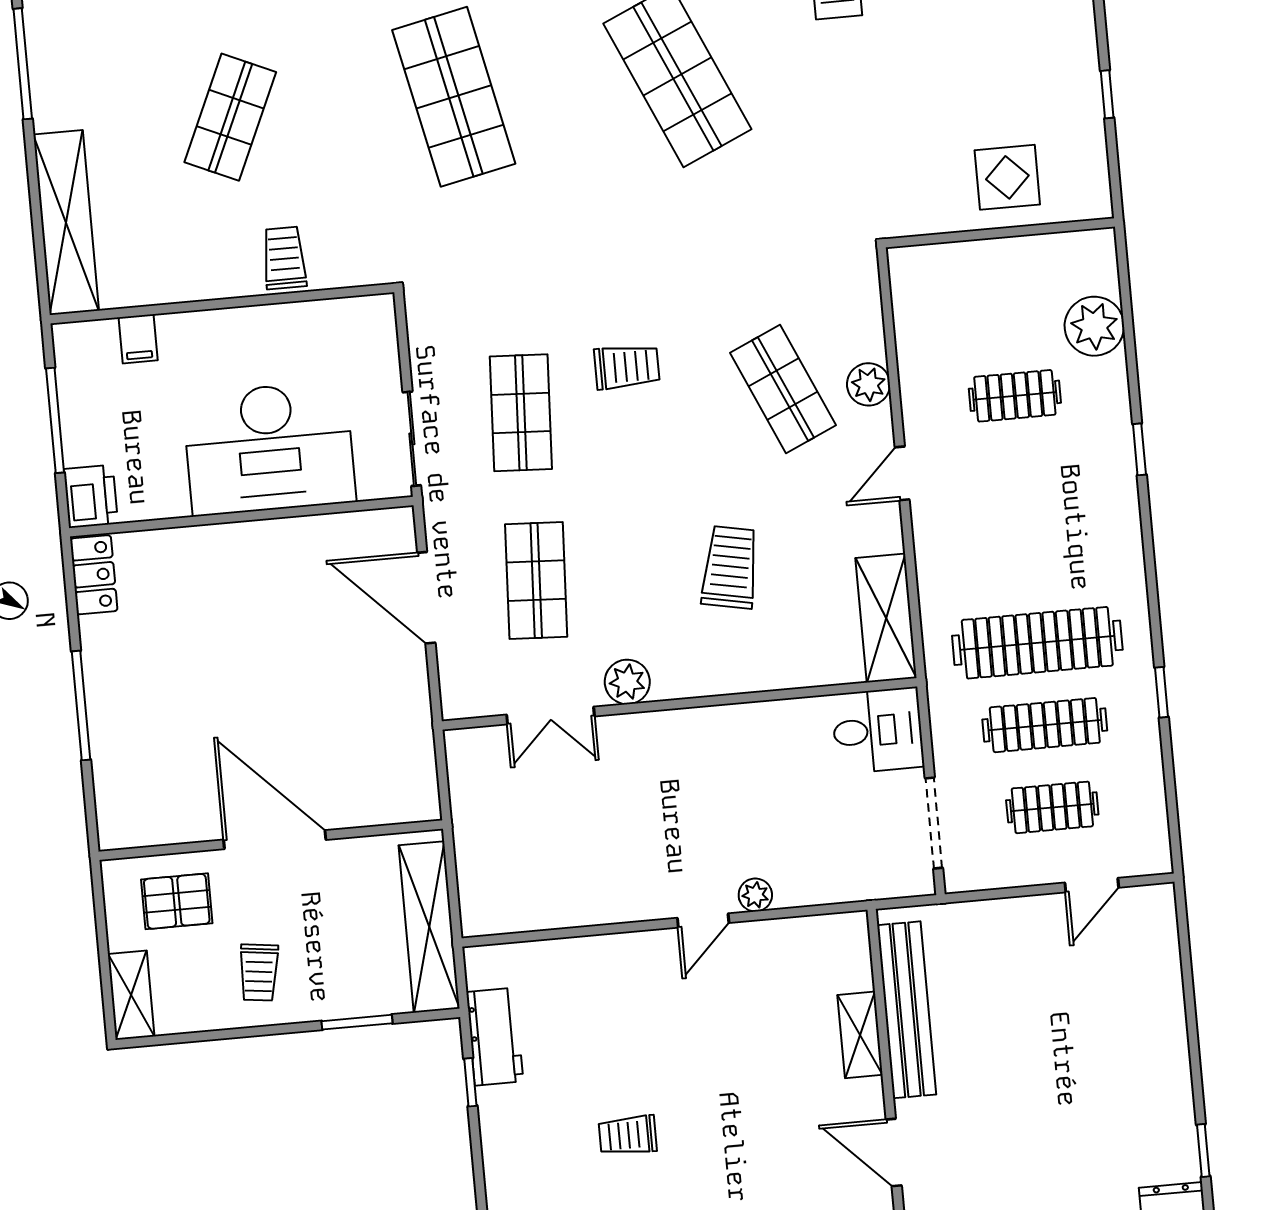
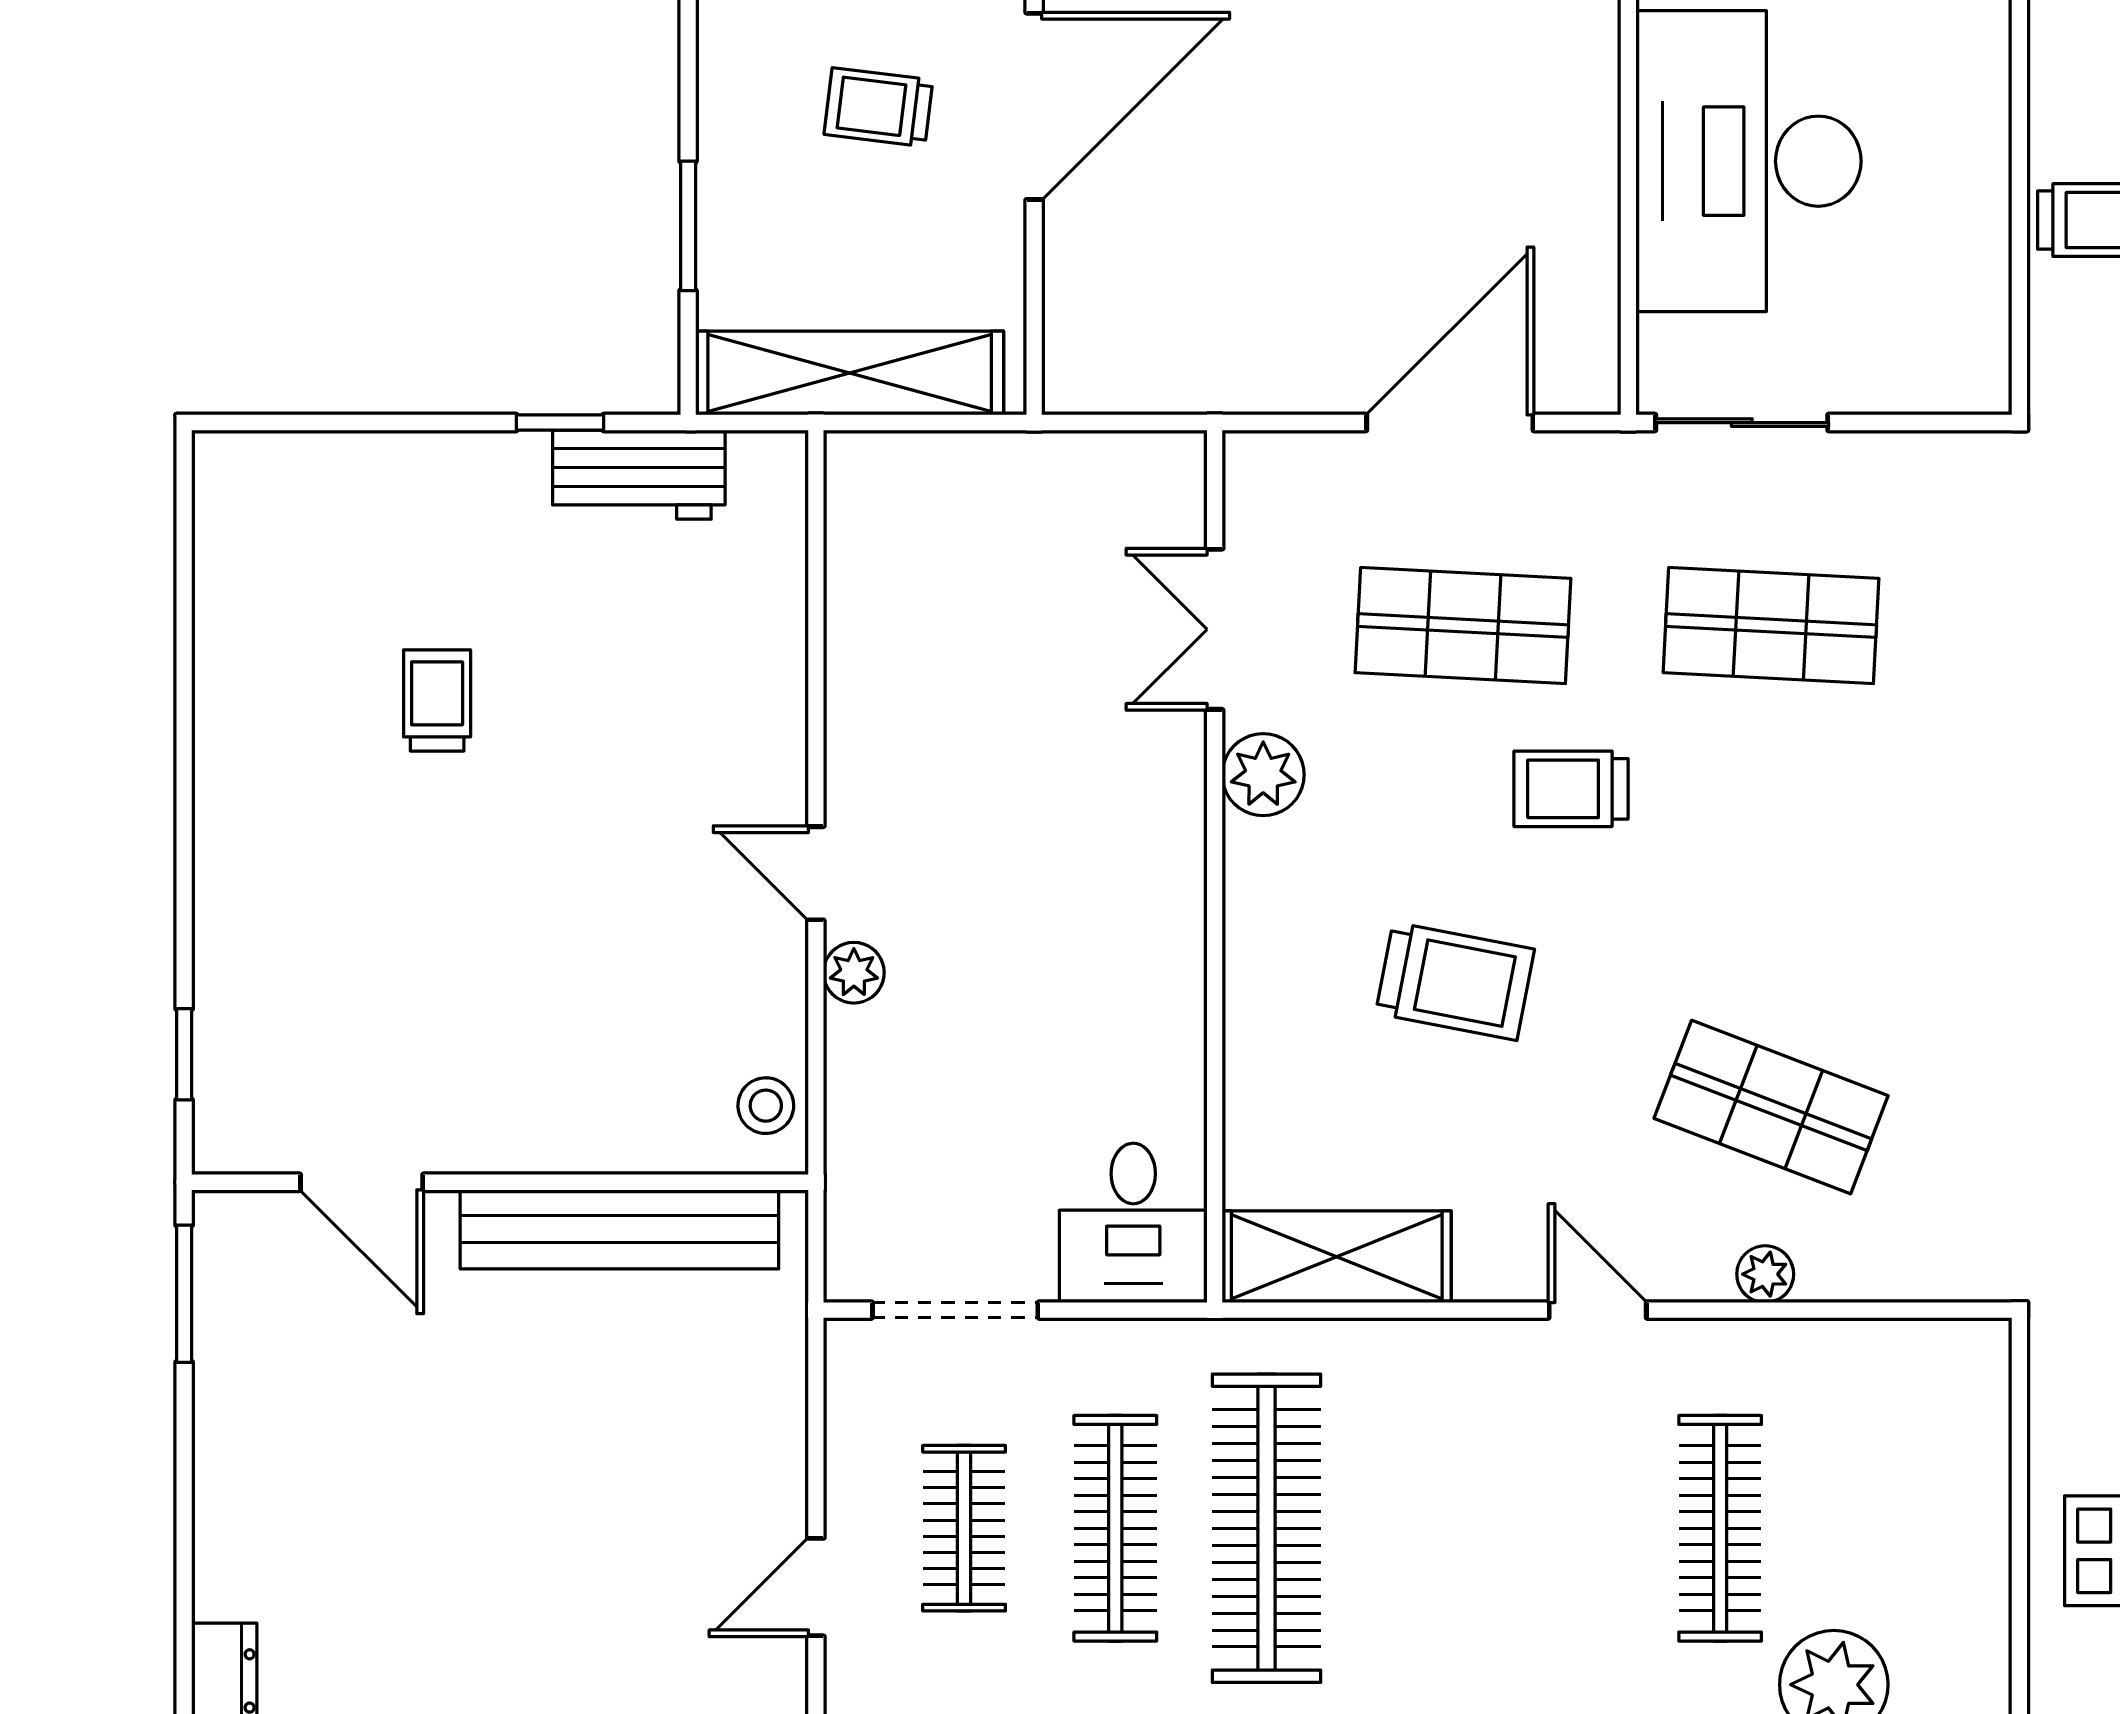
trolley: (627, 367) -> (1571, 789), moved, turned 90
plant: (868, 384) -> (1765, 1274), width x0.73, depth x0.73
shop shelf: (783, 389) -> (1771, 1107), turned 45
clothes rail: (1015, 396) -> (1720, 1528), width x1.36
door: (1092, 885) -> (816, 1587), hinge flipped
stool: (832, 936) -> (766, 1106), added
trolley: (259, 973) -> (878, 107), moved
shelving: (860, 1035) -> (582, 1140), removed
door: (894, 1153) -> (362, 1182), swing flipped

